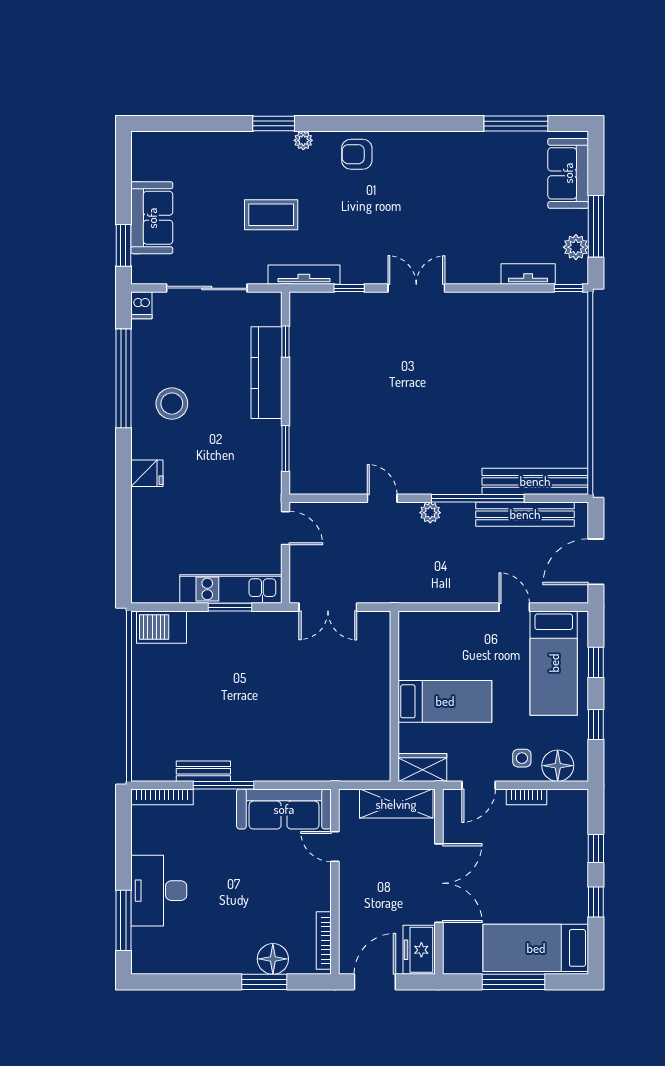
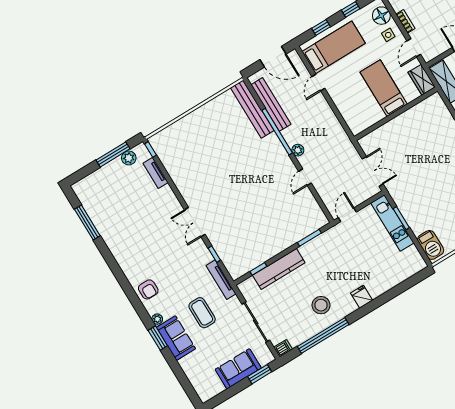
sofa: (568, 173) -> (176, 338), moved, turned -90
door: (479, 785) -> (414, 48), swing flipped

